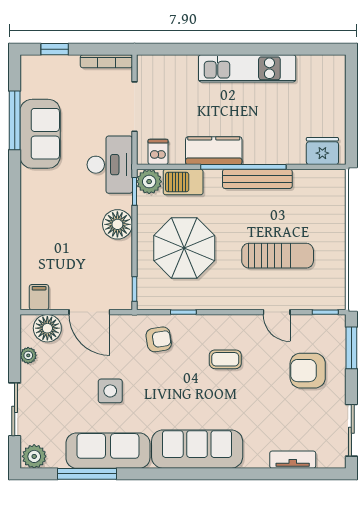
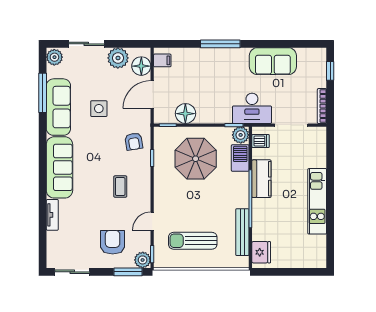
window: (15, 120) -> (220, 44), moved
bench: (257, 179) -> (242, 232), moved
floor lamp: (117, 224) -> (185, 114), moved
sun lounger: (278, 256) -> (193, 241), moved, turned 90
plant: (334, 326) -> (143, 260), added
plant: (28, 355) -> (118, 58), width x1.88, depth x1.88
tv unit: (293, 460) -> (52, 215), moved

